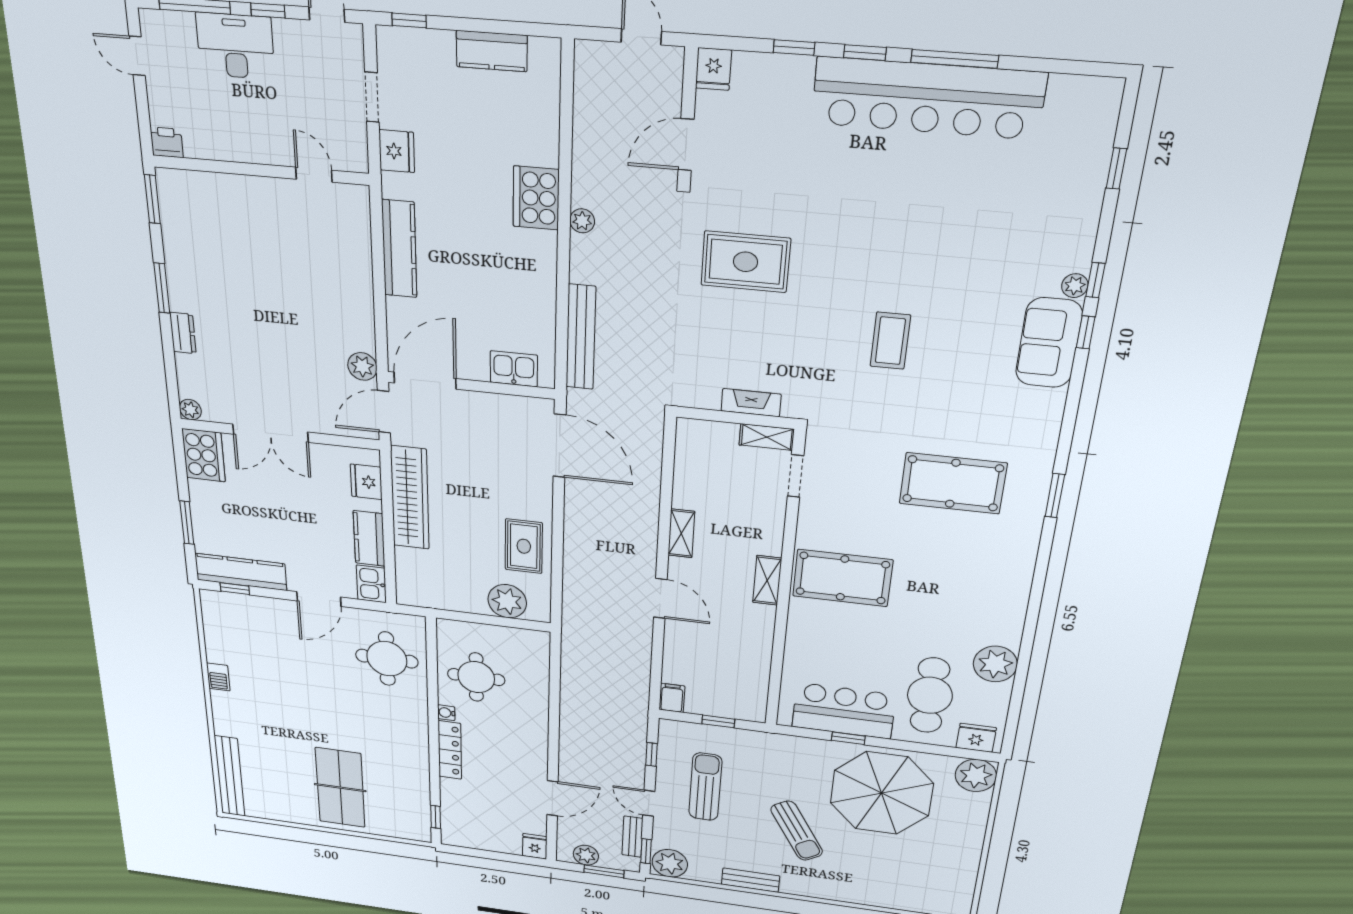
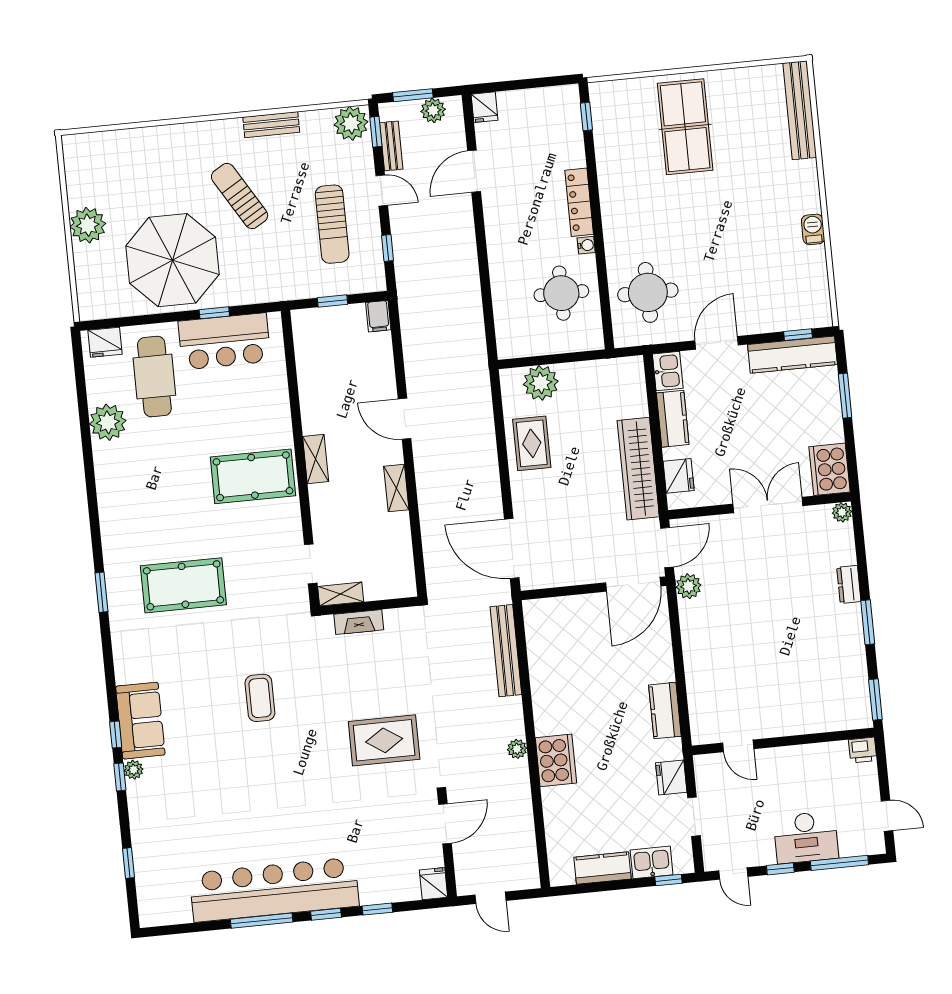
kitchen counter: (399, 249) -> (665, 711), width x0.67
kitchen sink: (514, 369) -> (652, 862), moved, turned 180
plant: (976, 775) -> (88, 225), moved

